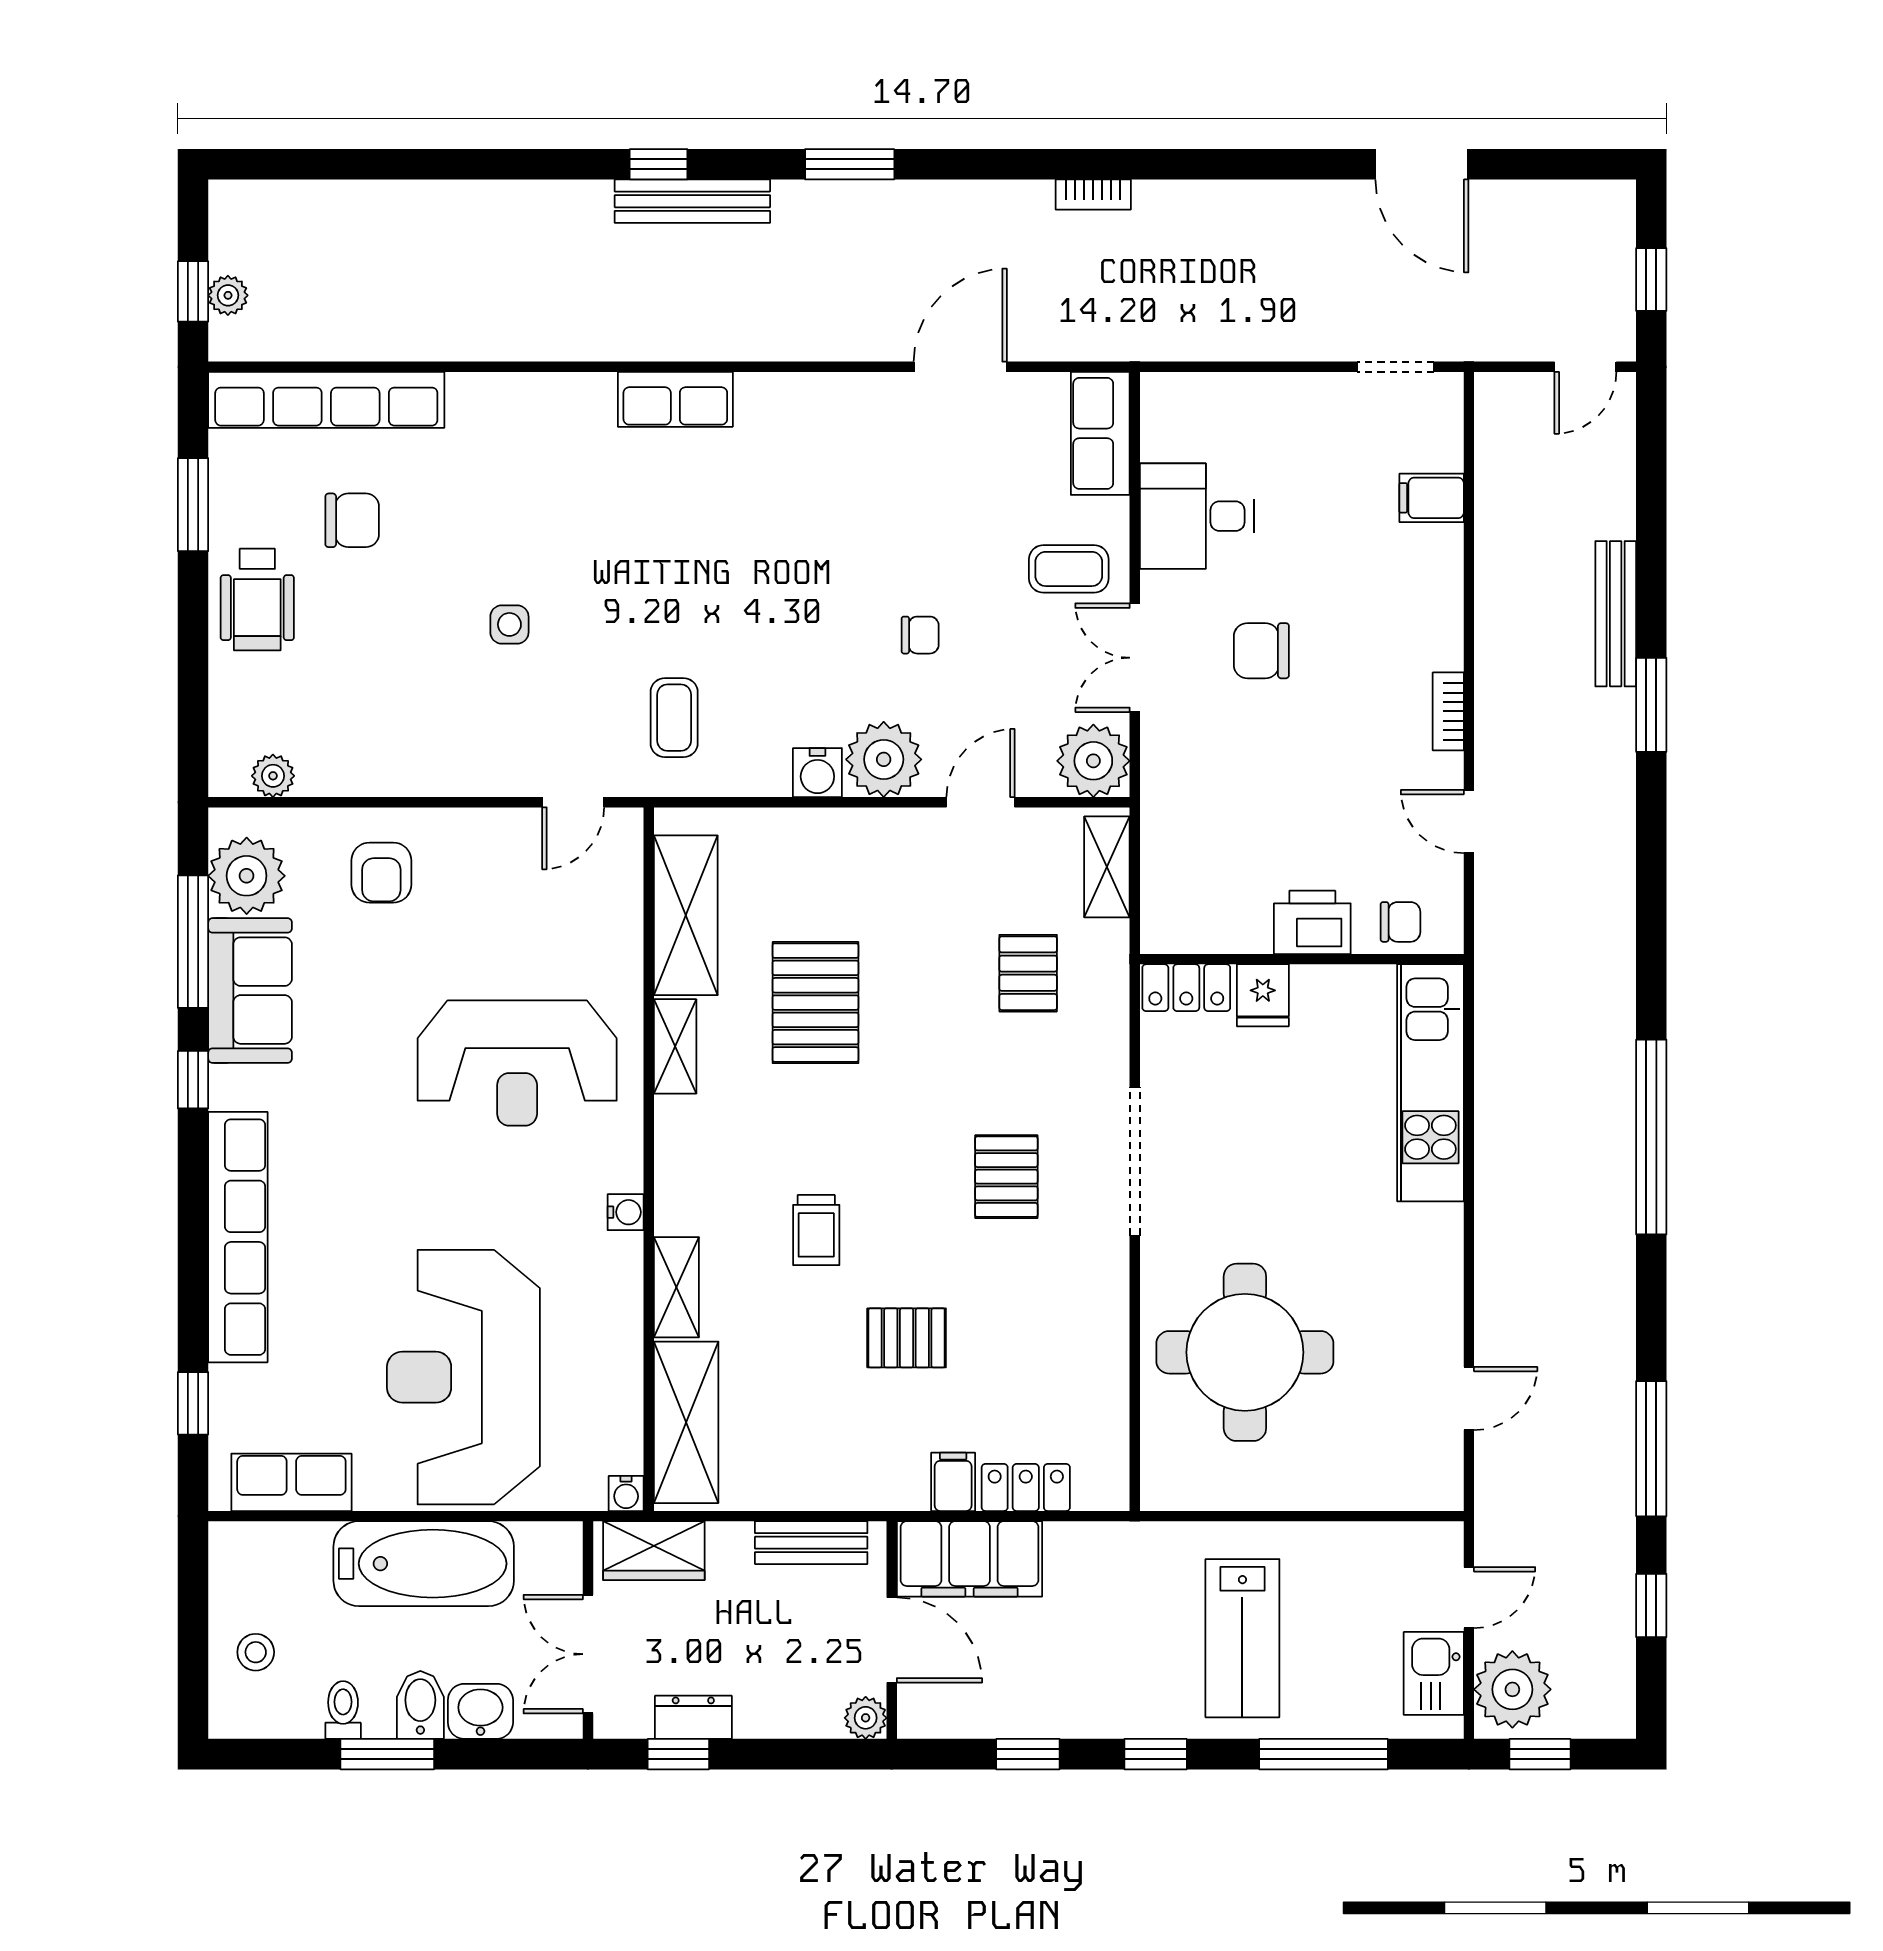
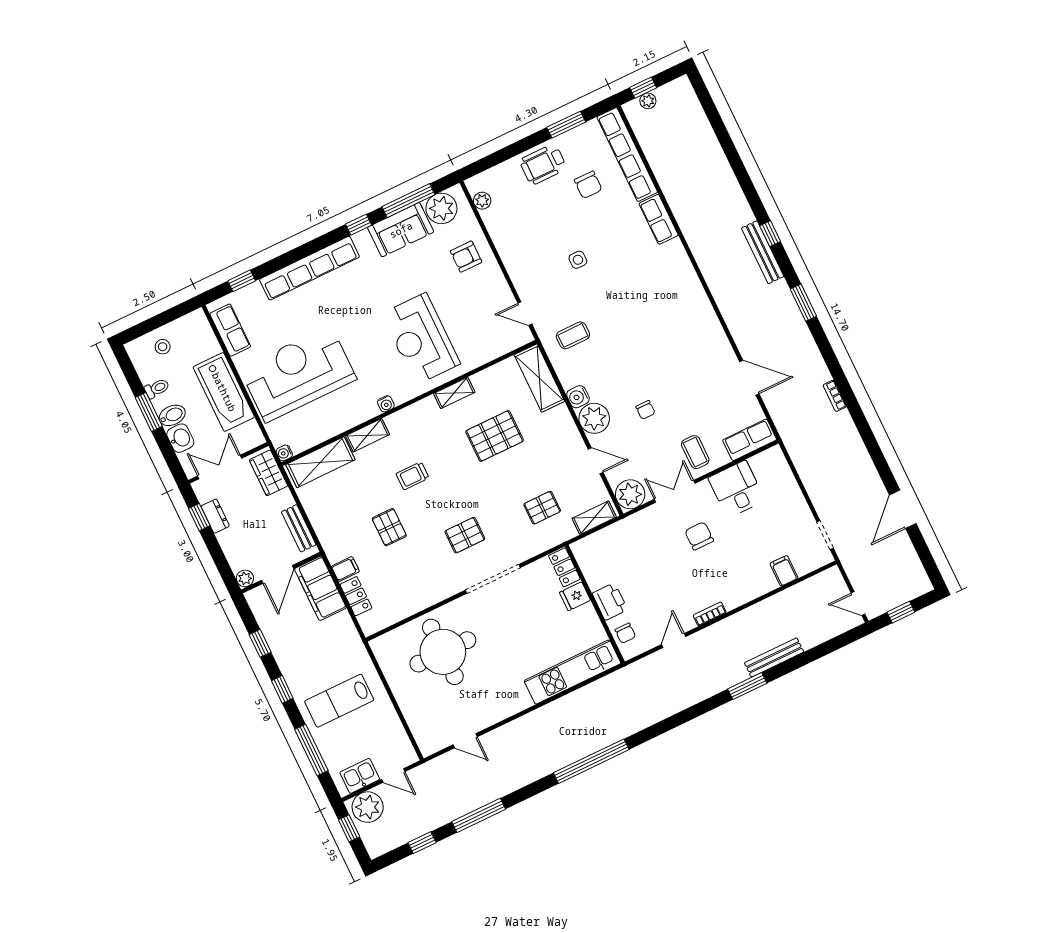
row of seats: (675, 399) -> (659, 219), moved
shelving: (686, 915) -> (539, 378), moved, turned 90

